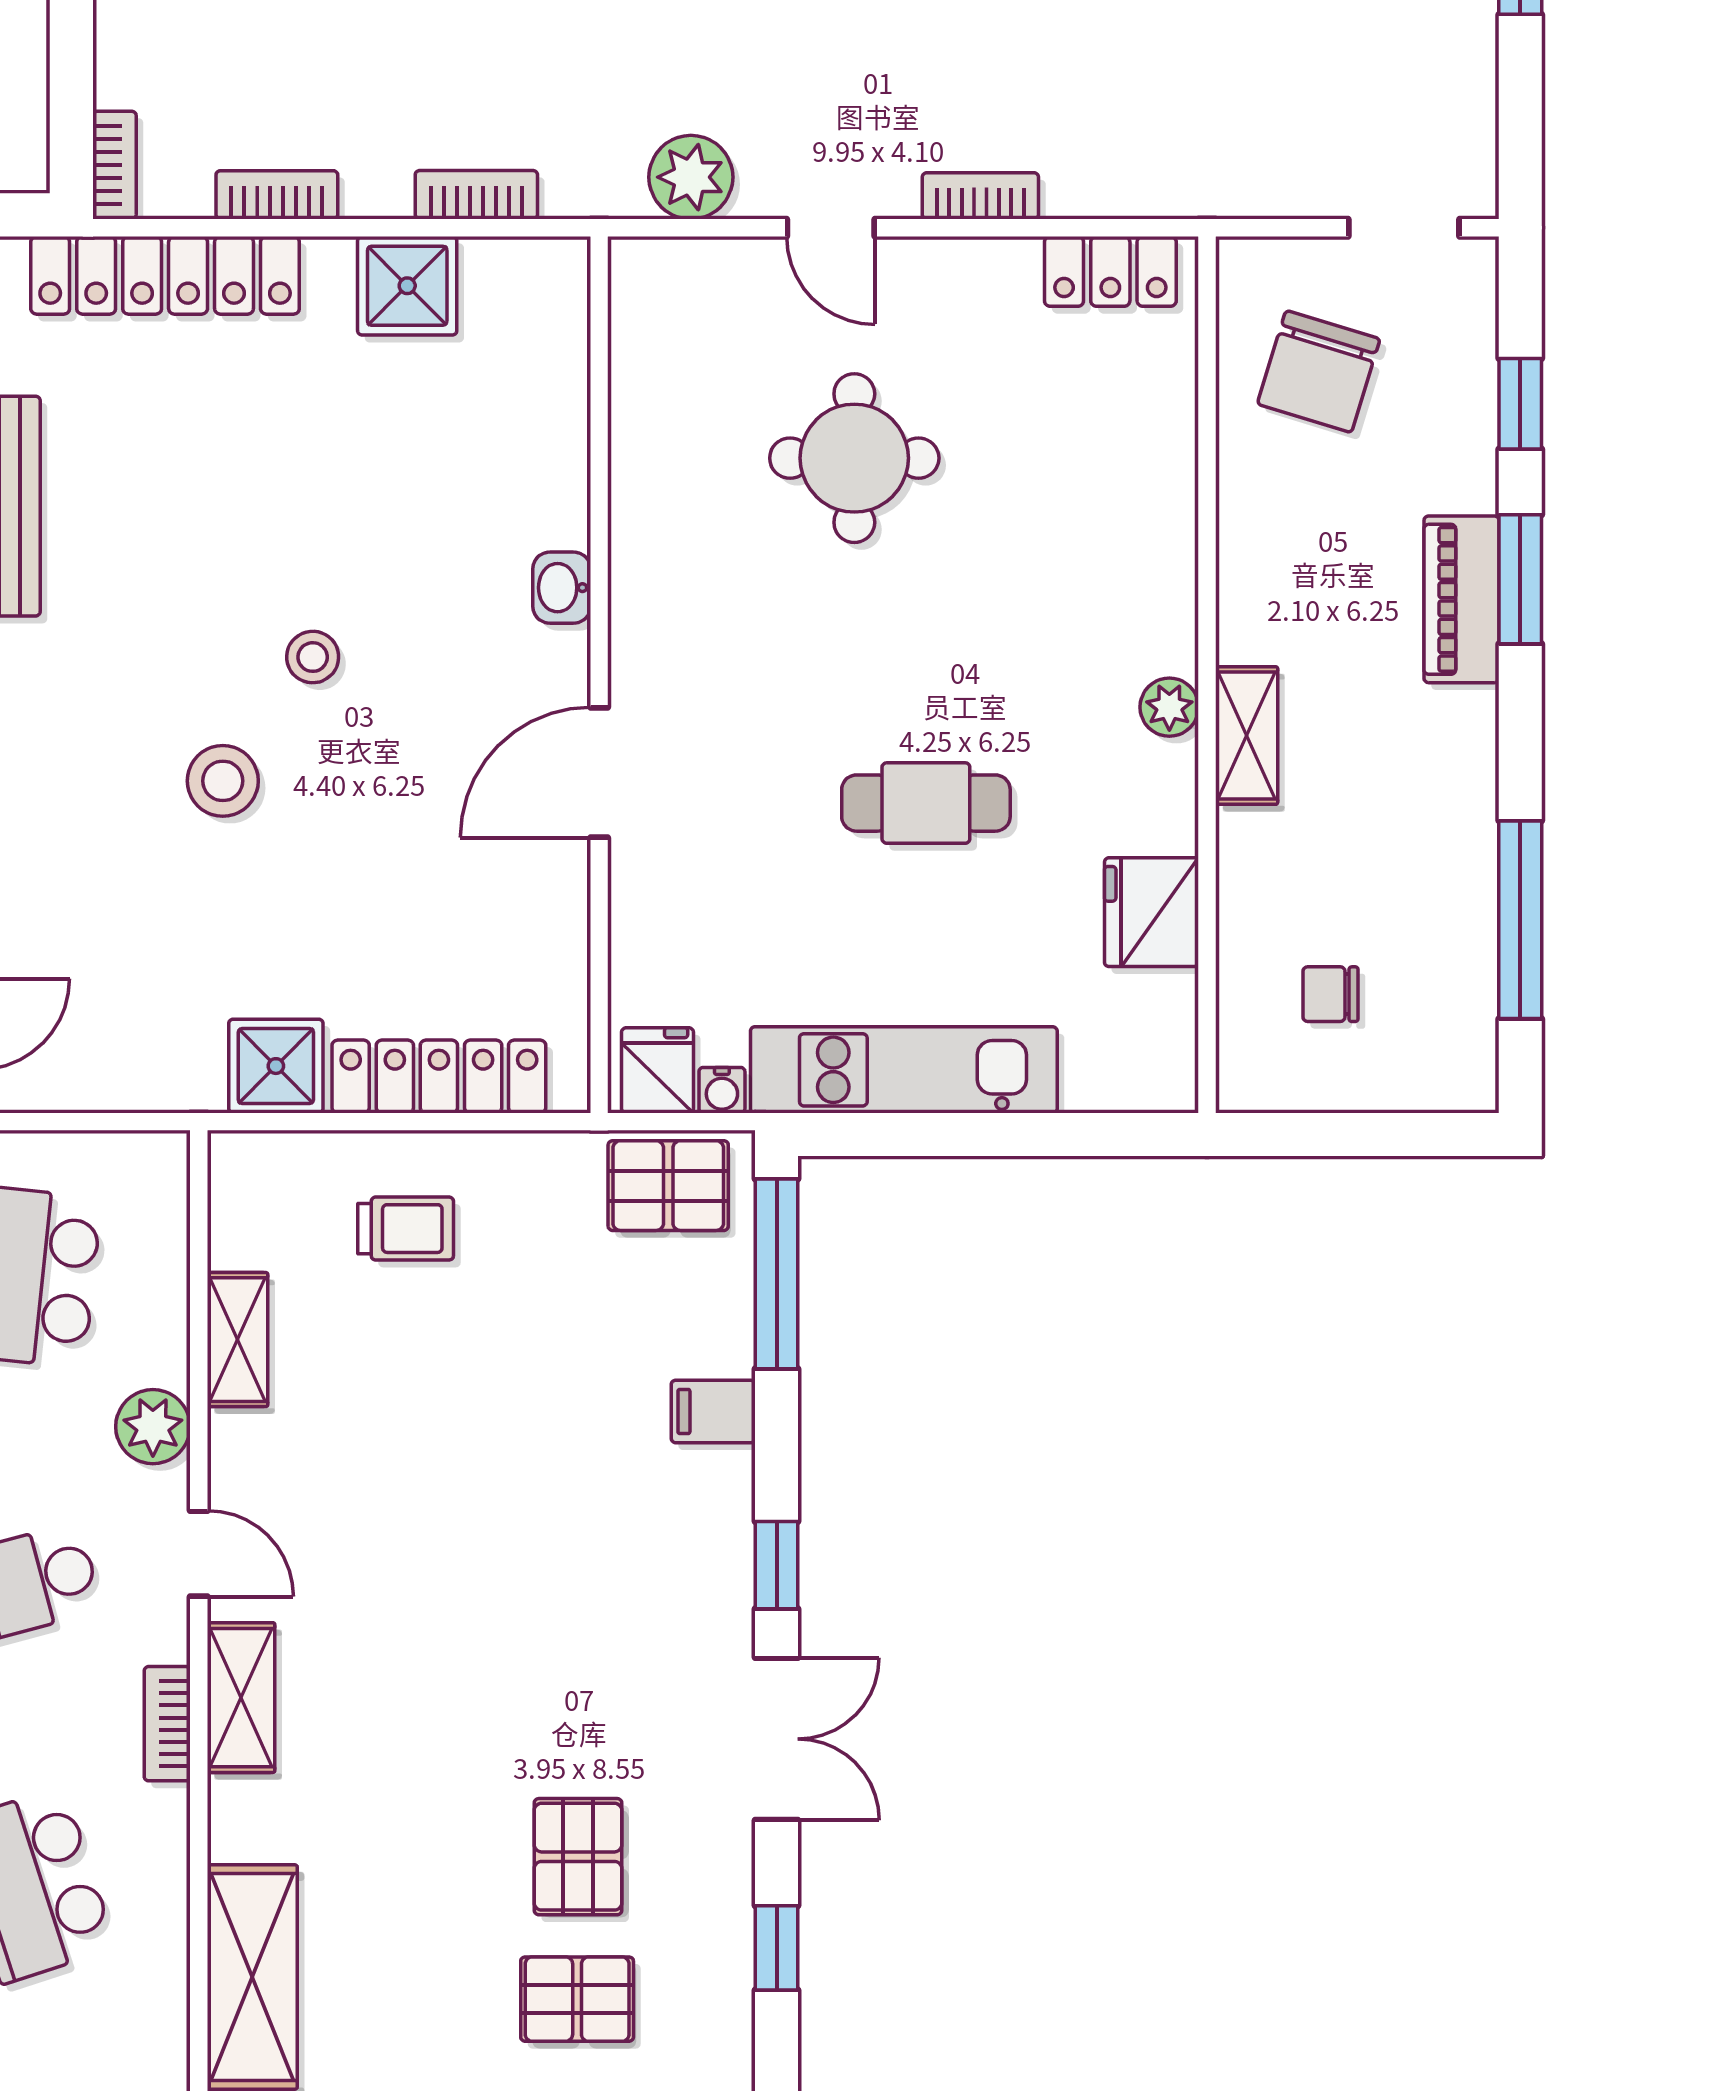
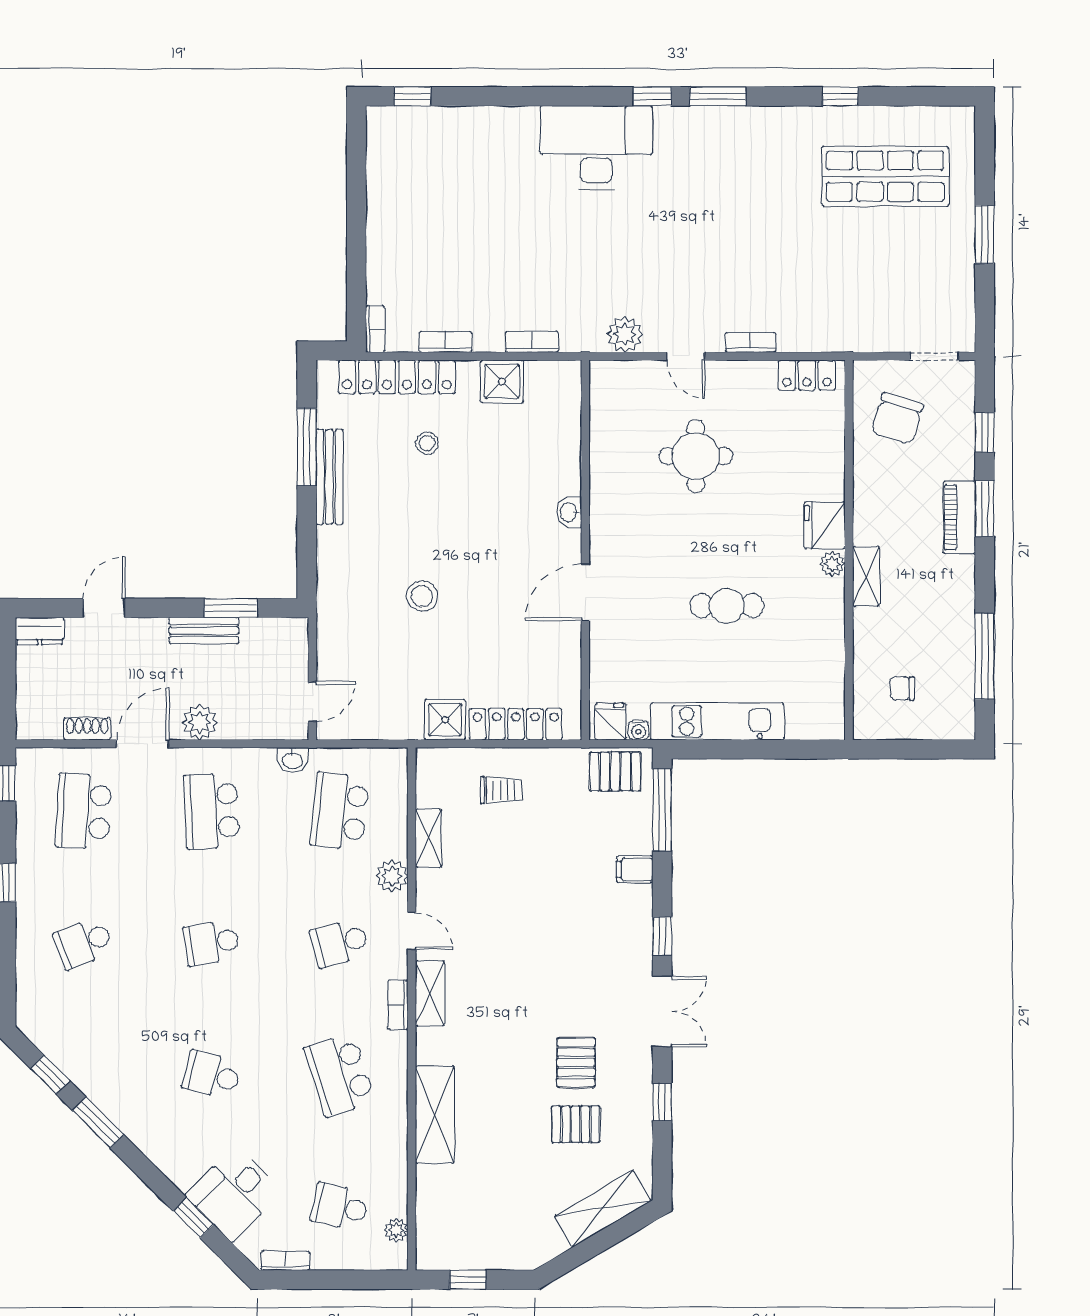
stool: (313, 657) -> (427, 443), moved
fridge: (1151, 912) -> (825, 525), moved

